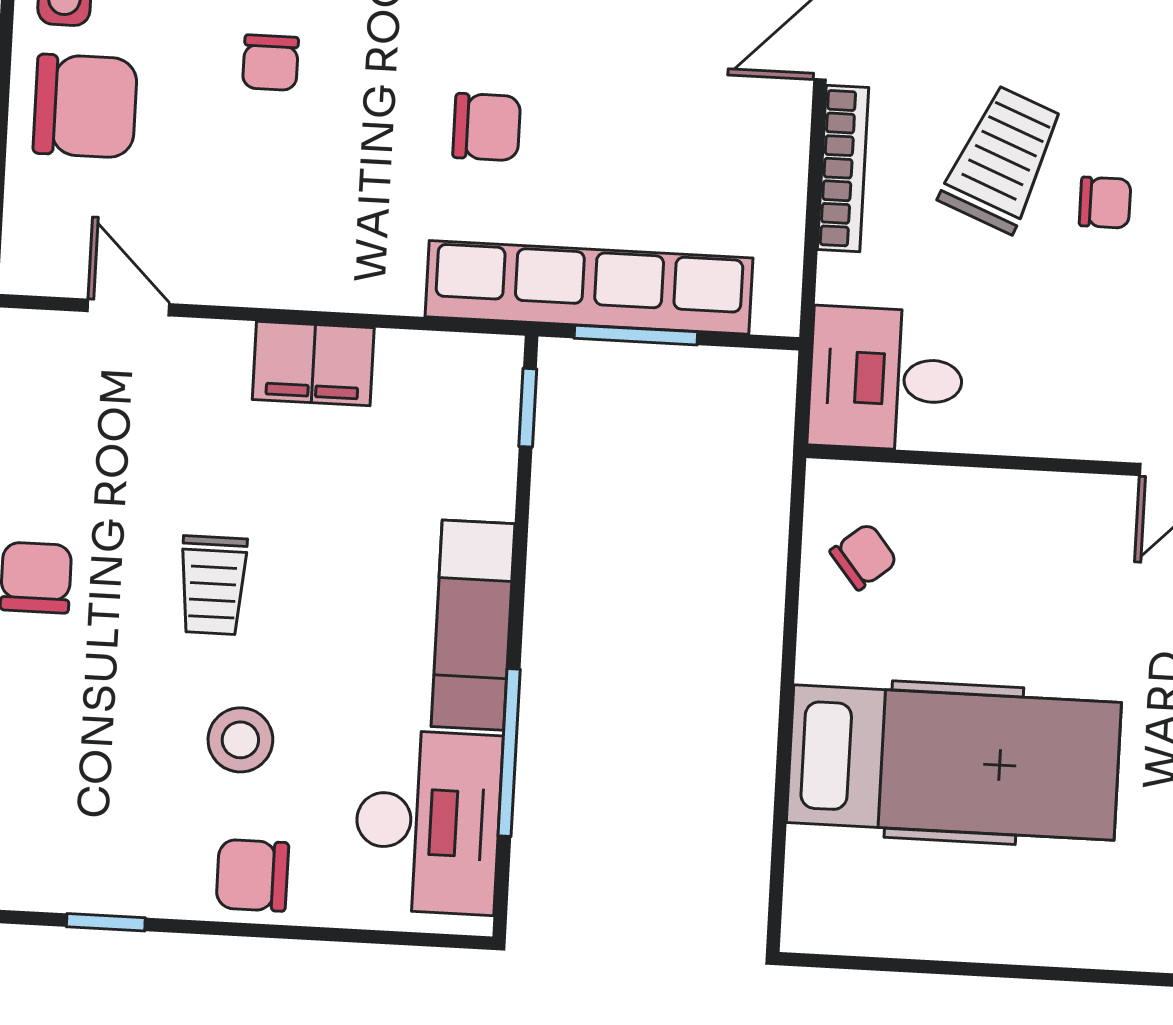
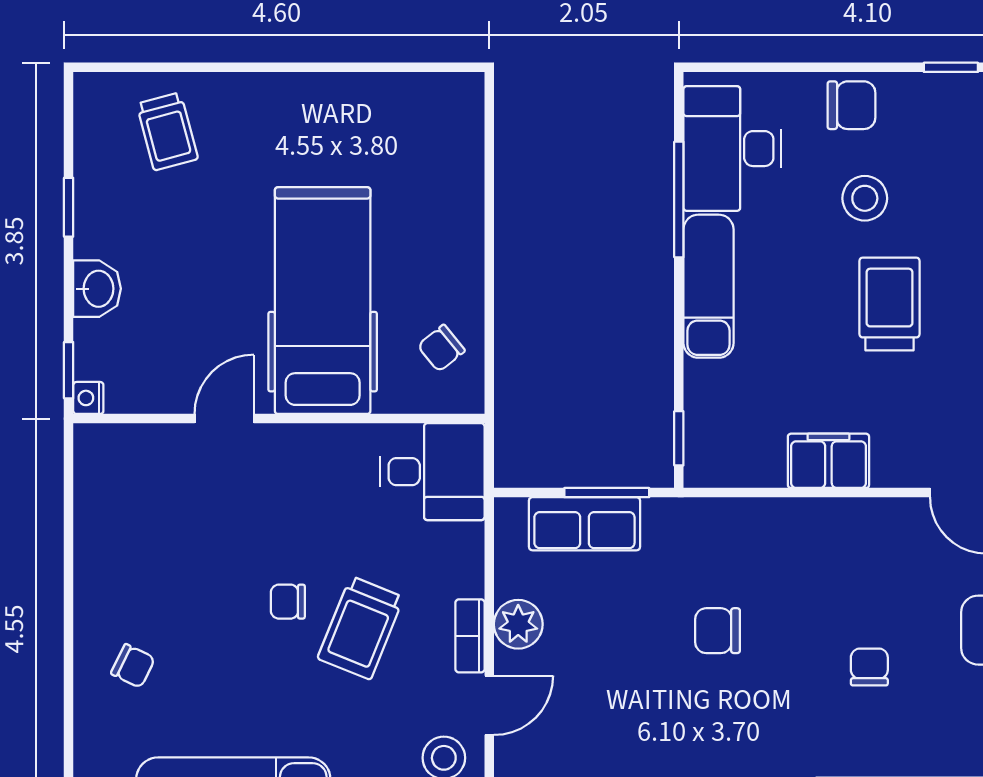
plant: (774, 152) -> (518, 624), added
bookcase: (843, 168) -> (470, 636), width x0.64
row of seats: (589, 287) -> (584, 524), width x0.50
trolley: (213, 585) -> (889, 304), width x1.36, depth x1.39
hospital bed: (954, 763) -> (323, 301), moved, turned 90

